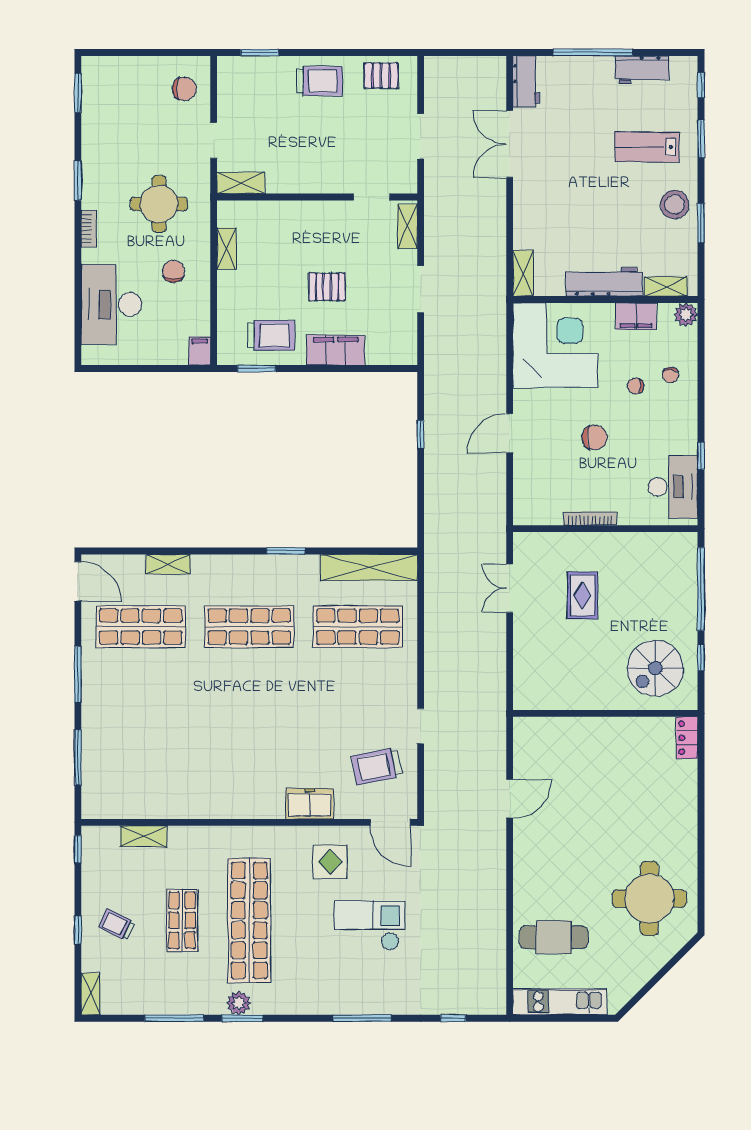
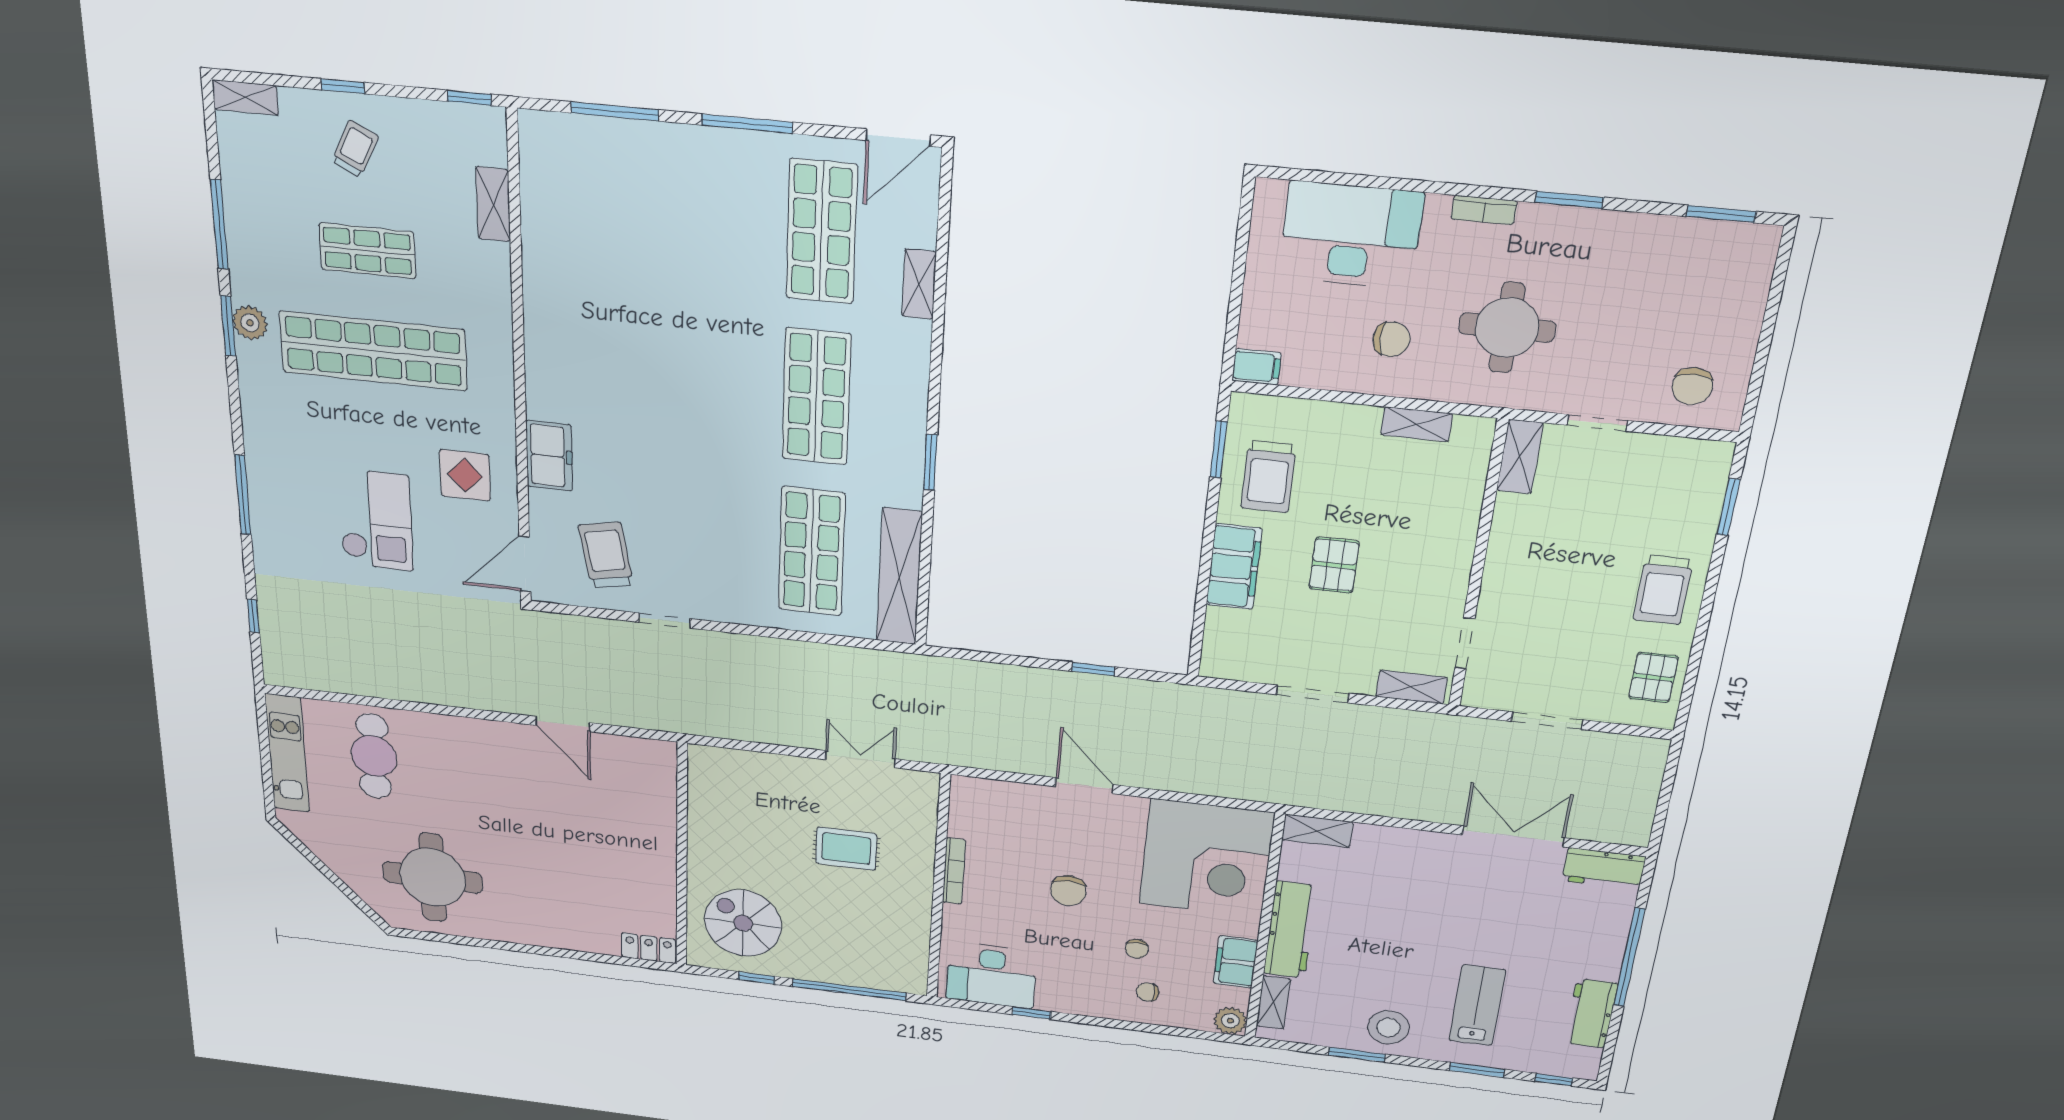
chair: (636, 386) -> (1137, 949), turned 180

